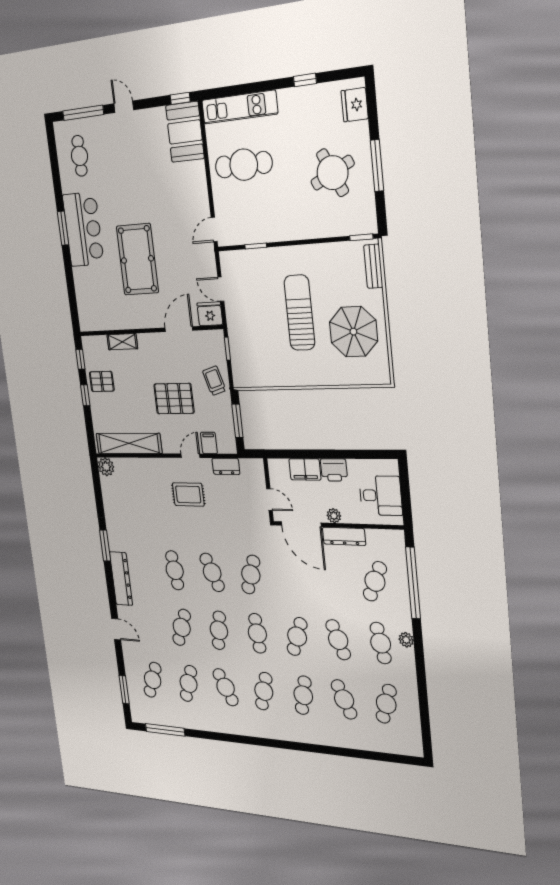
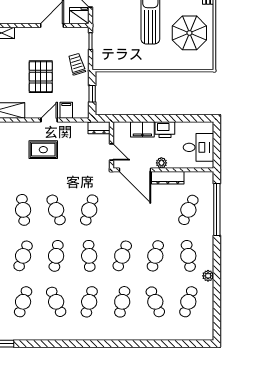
pallet: (174, 399) -> (41, 77), turned 90
window: (237, 421) -> (92, 94), width x0.67
dresser: (226, 466) -> (99, 128), moved
cafe table: (338, 640) -> (155, 256), turned 33
plant: (406, 640) -> (208, 276), moved

